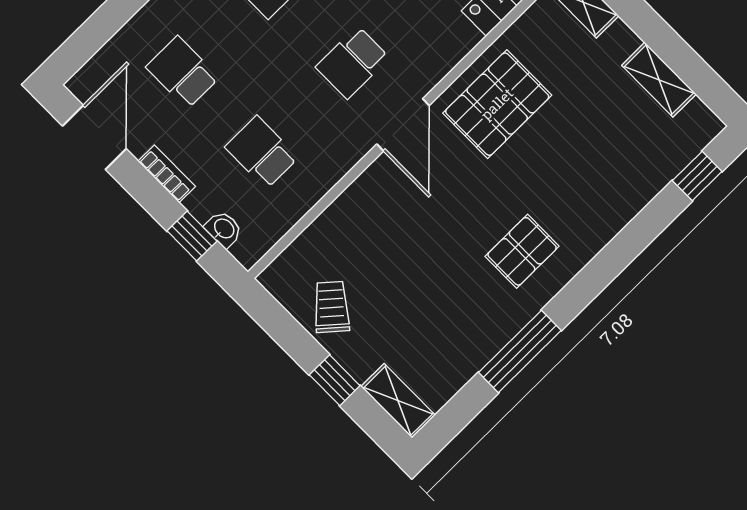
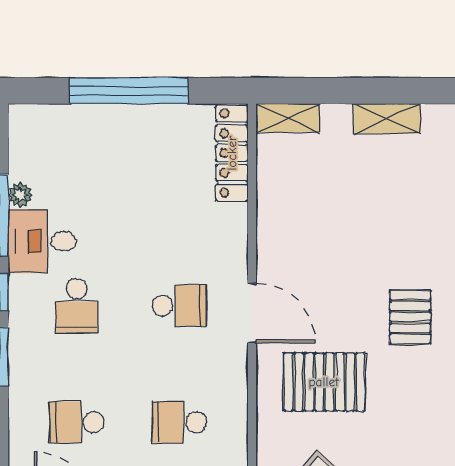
school desk: (352, 62) -> (179, 306), turned -90
pallet: (497, 104) -> (324, 382), moved, turned 90

